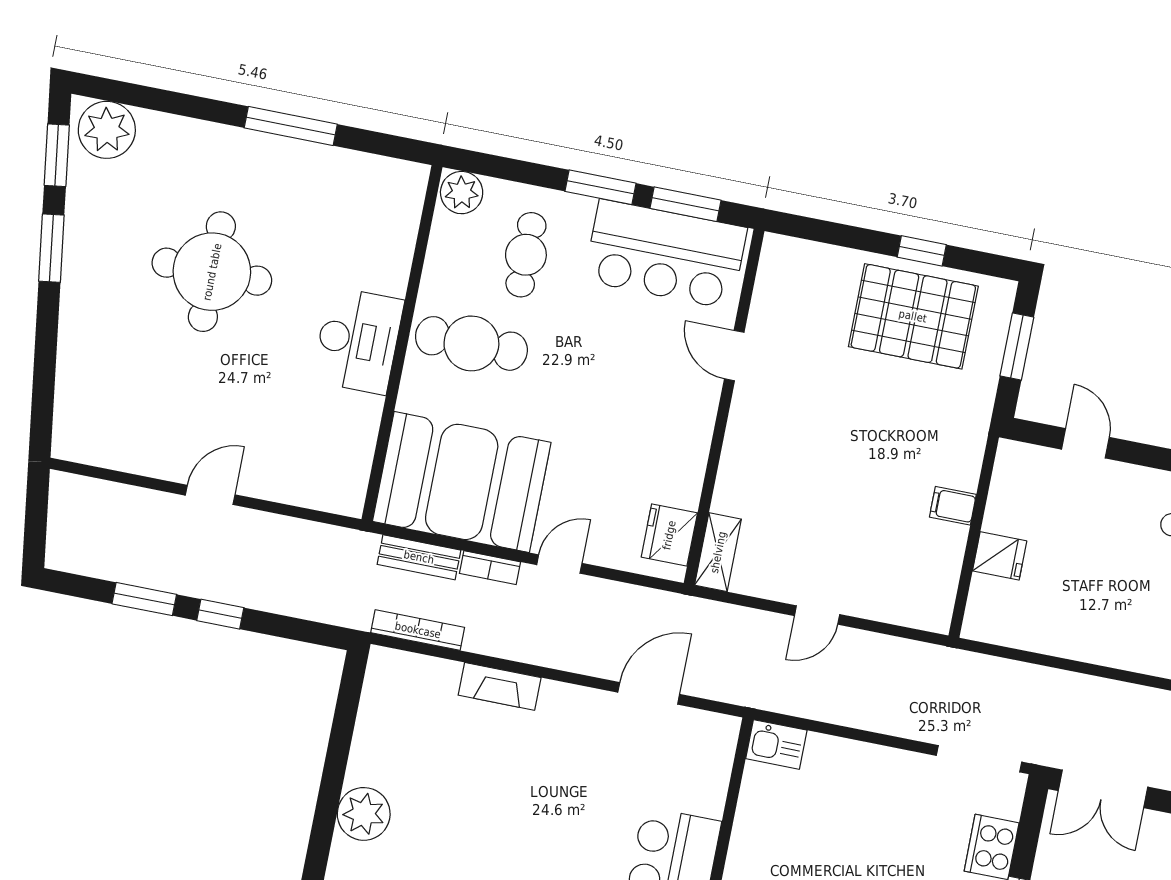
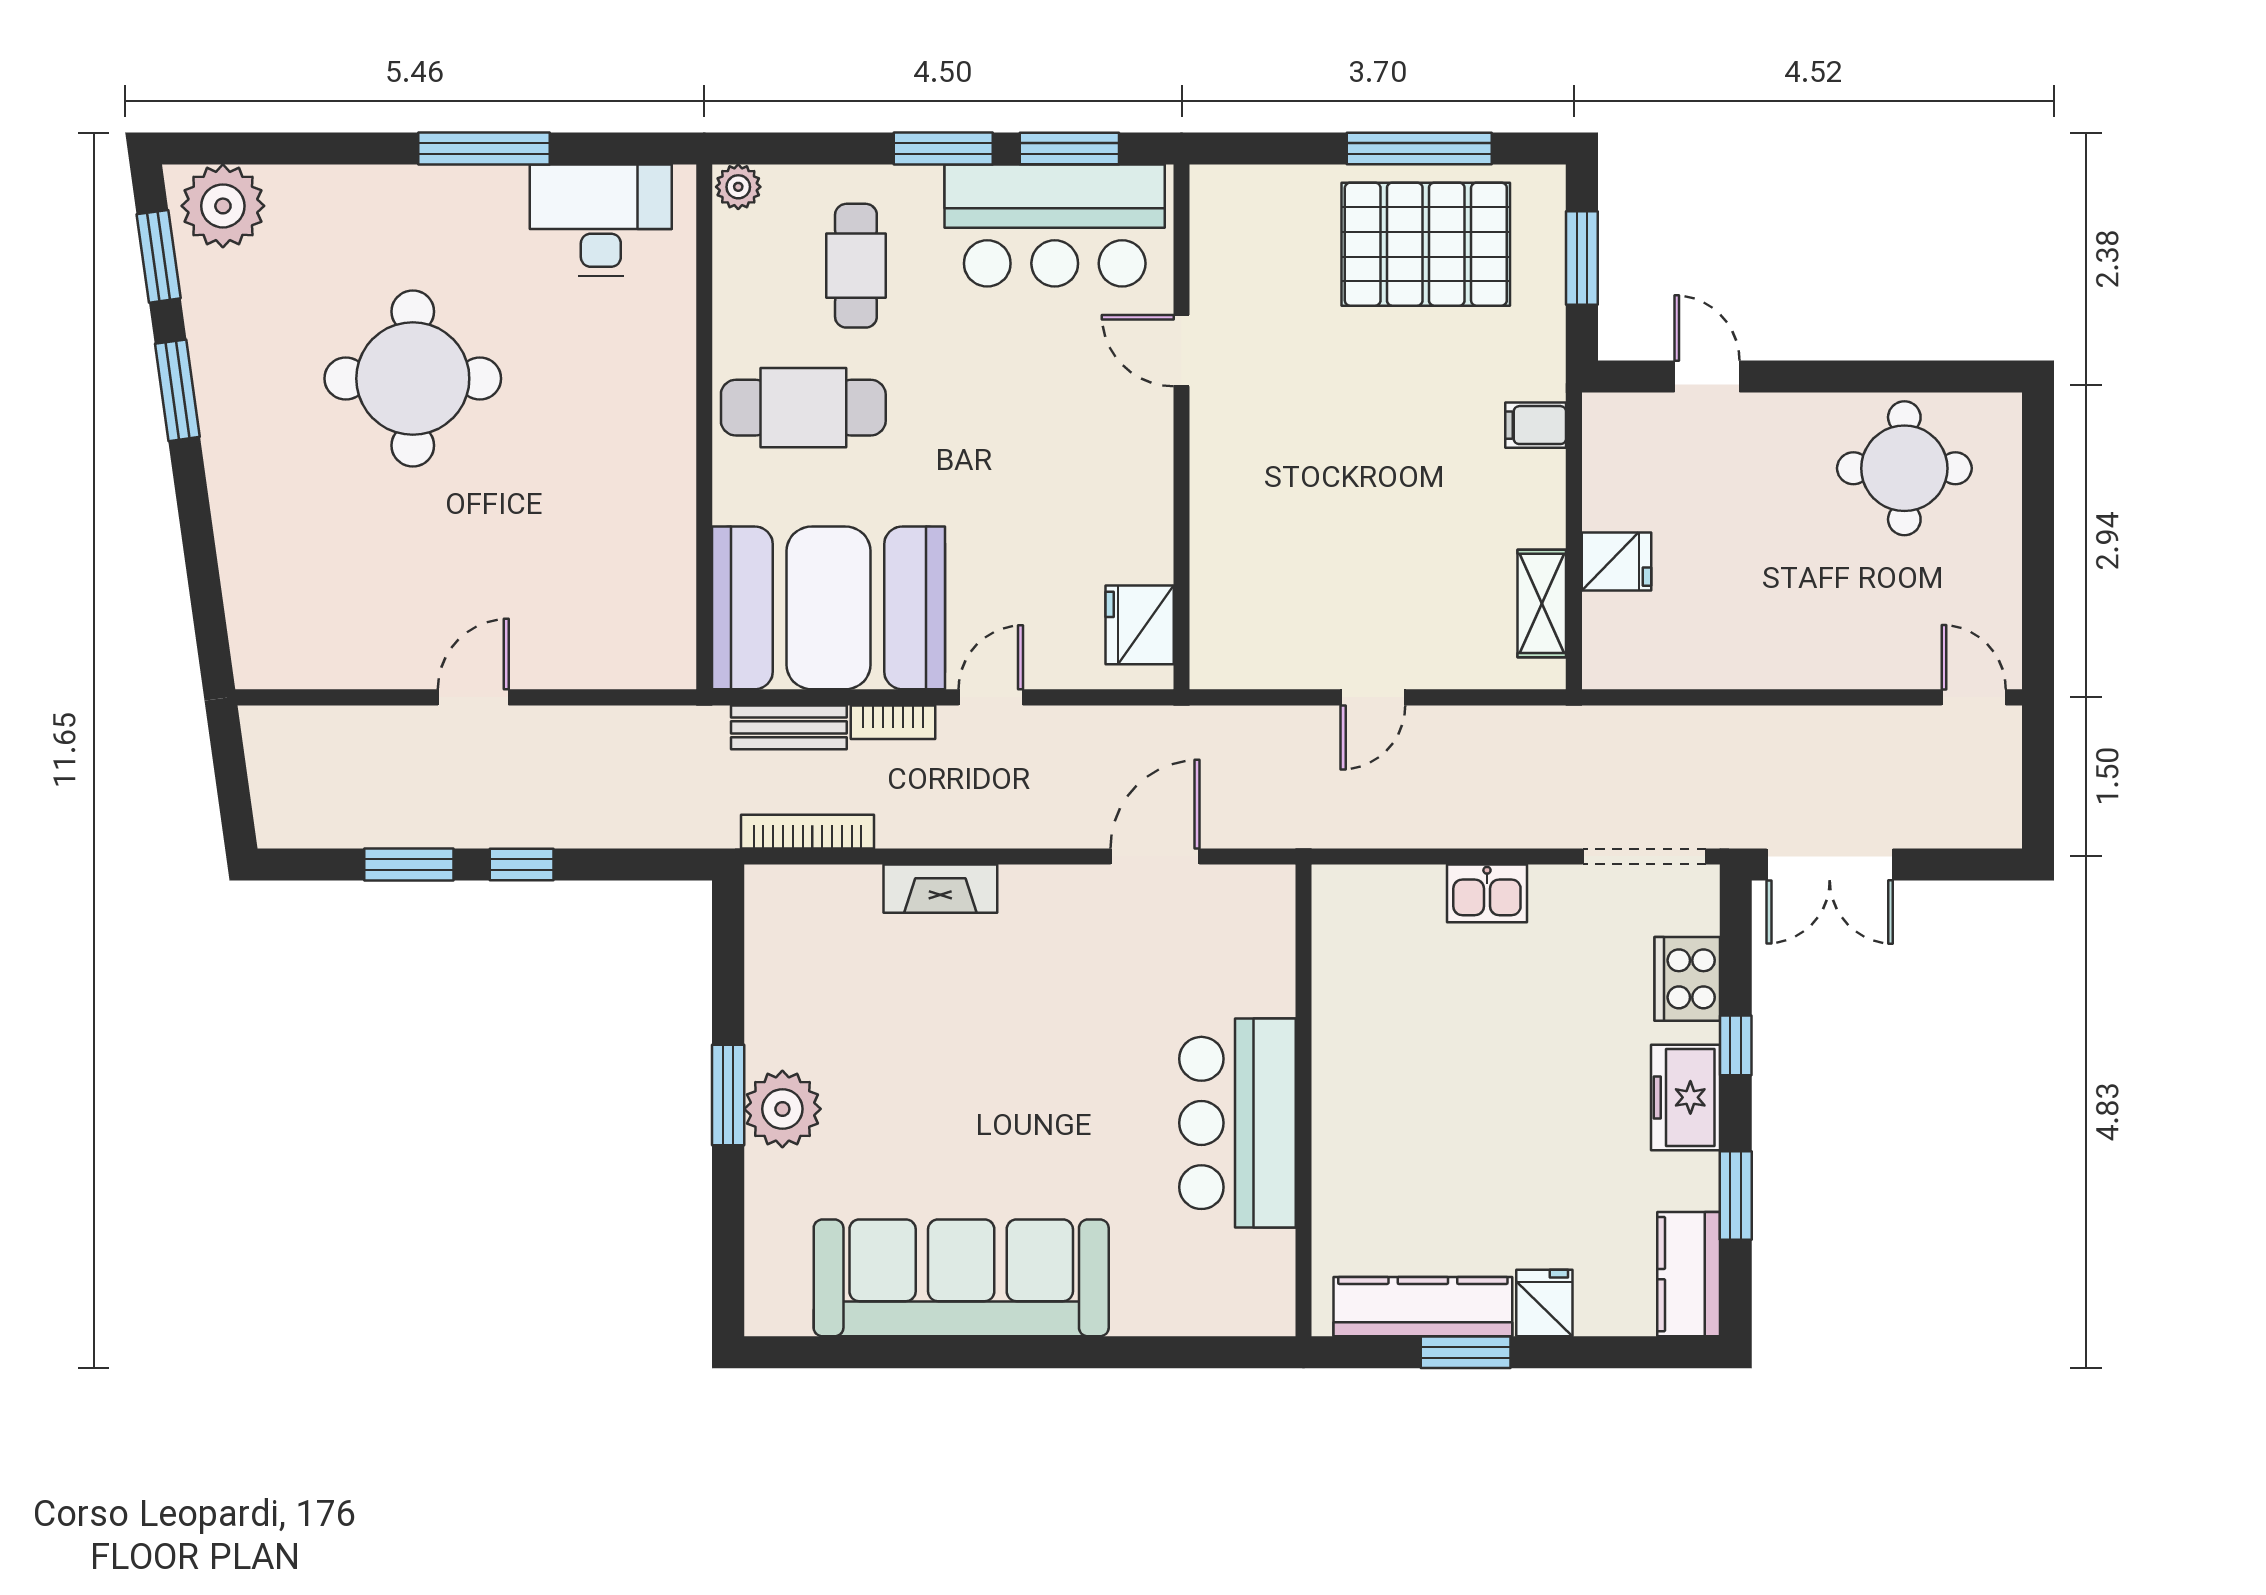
plant: (462, 193) -> (738, 187), width x0.73, depth x0.73
window: (922, 251) -> (1419, 149), width x2.17
desk: (358, 341) -> (601, 220), moved, turned -90
filing cabinet: (953, 506) -> (1536, 425), moved
shelving: (718, 552) -> (1542, 603), moved
kitchen sink: (776, 744) -> (1487, 893), moved
window: (329, 797) -> (728, 1095), added

